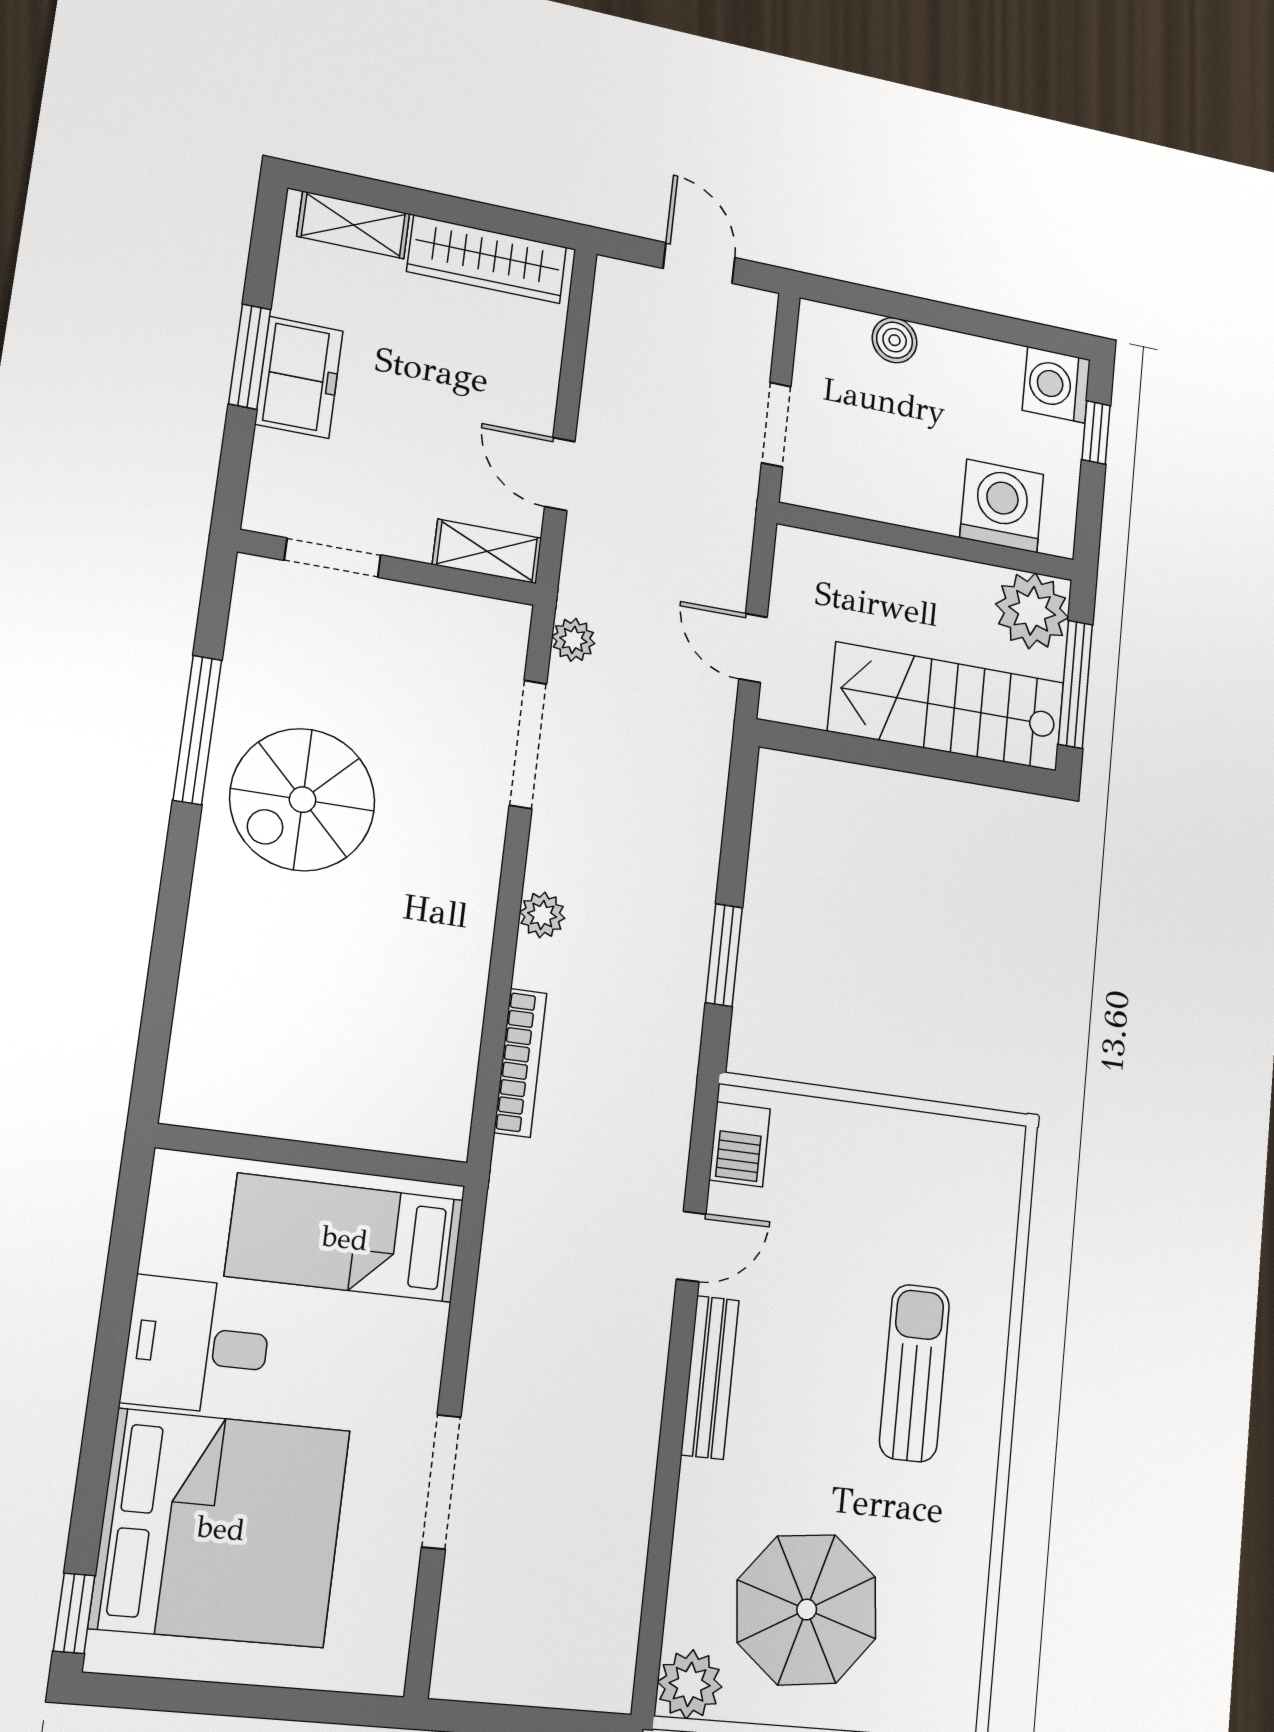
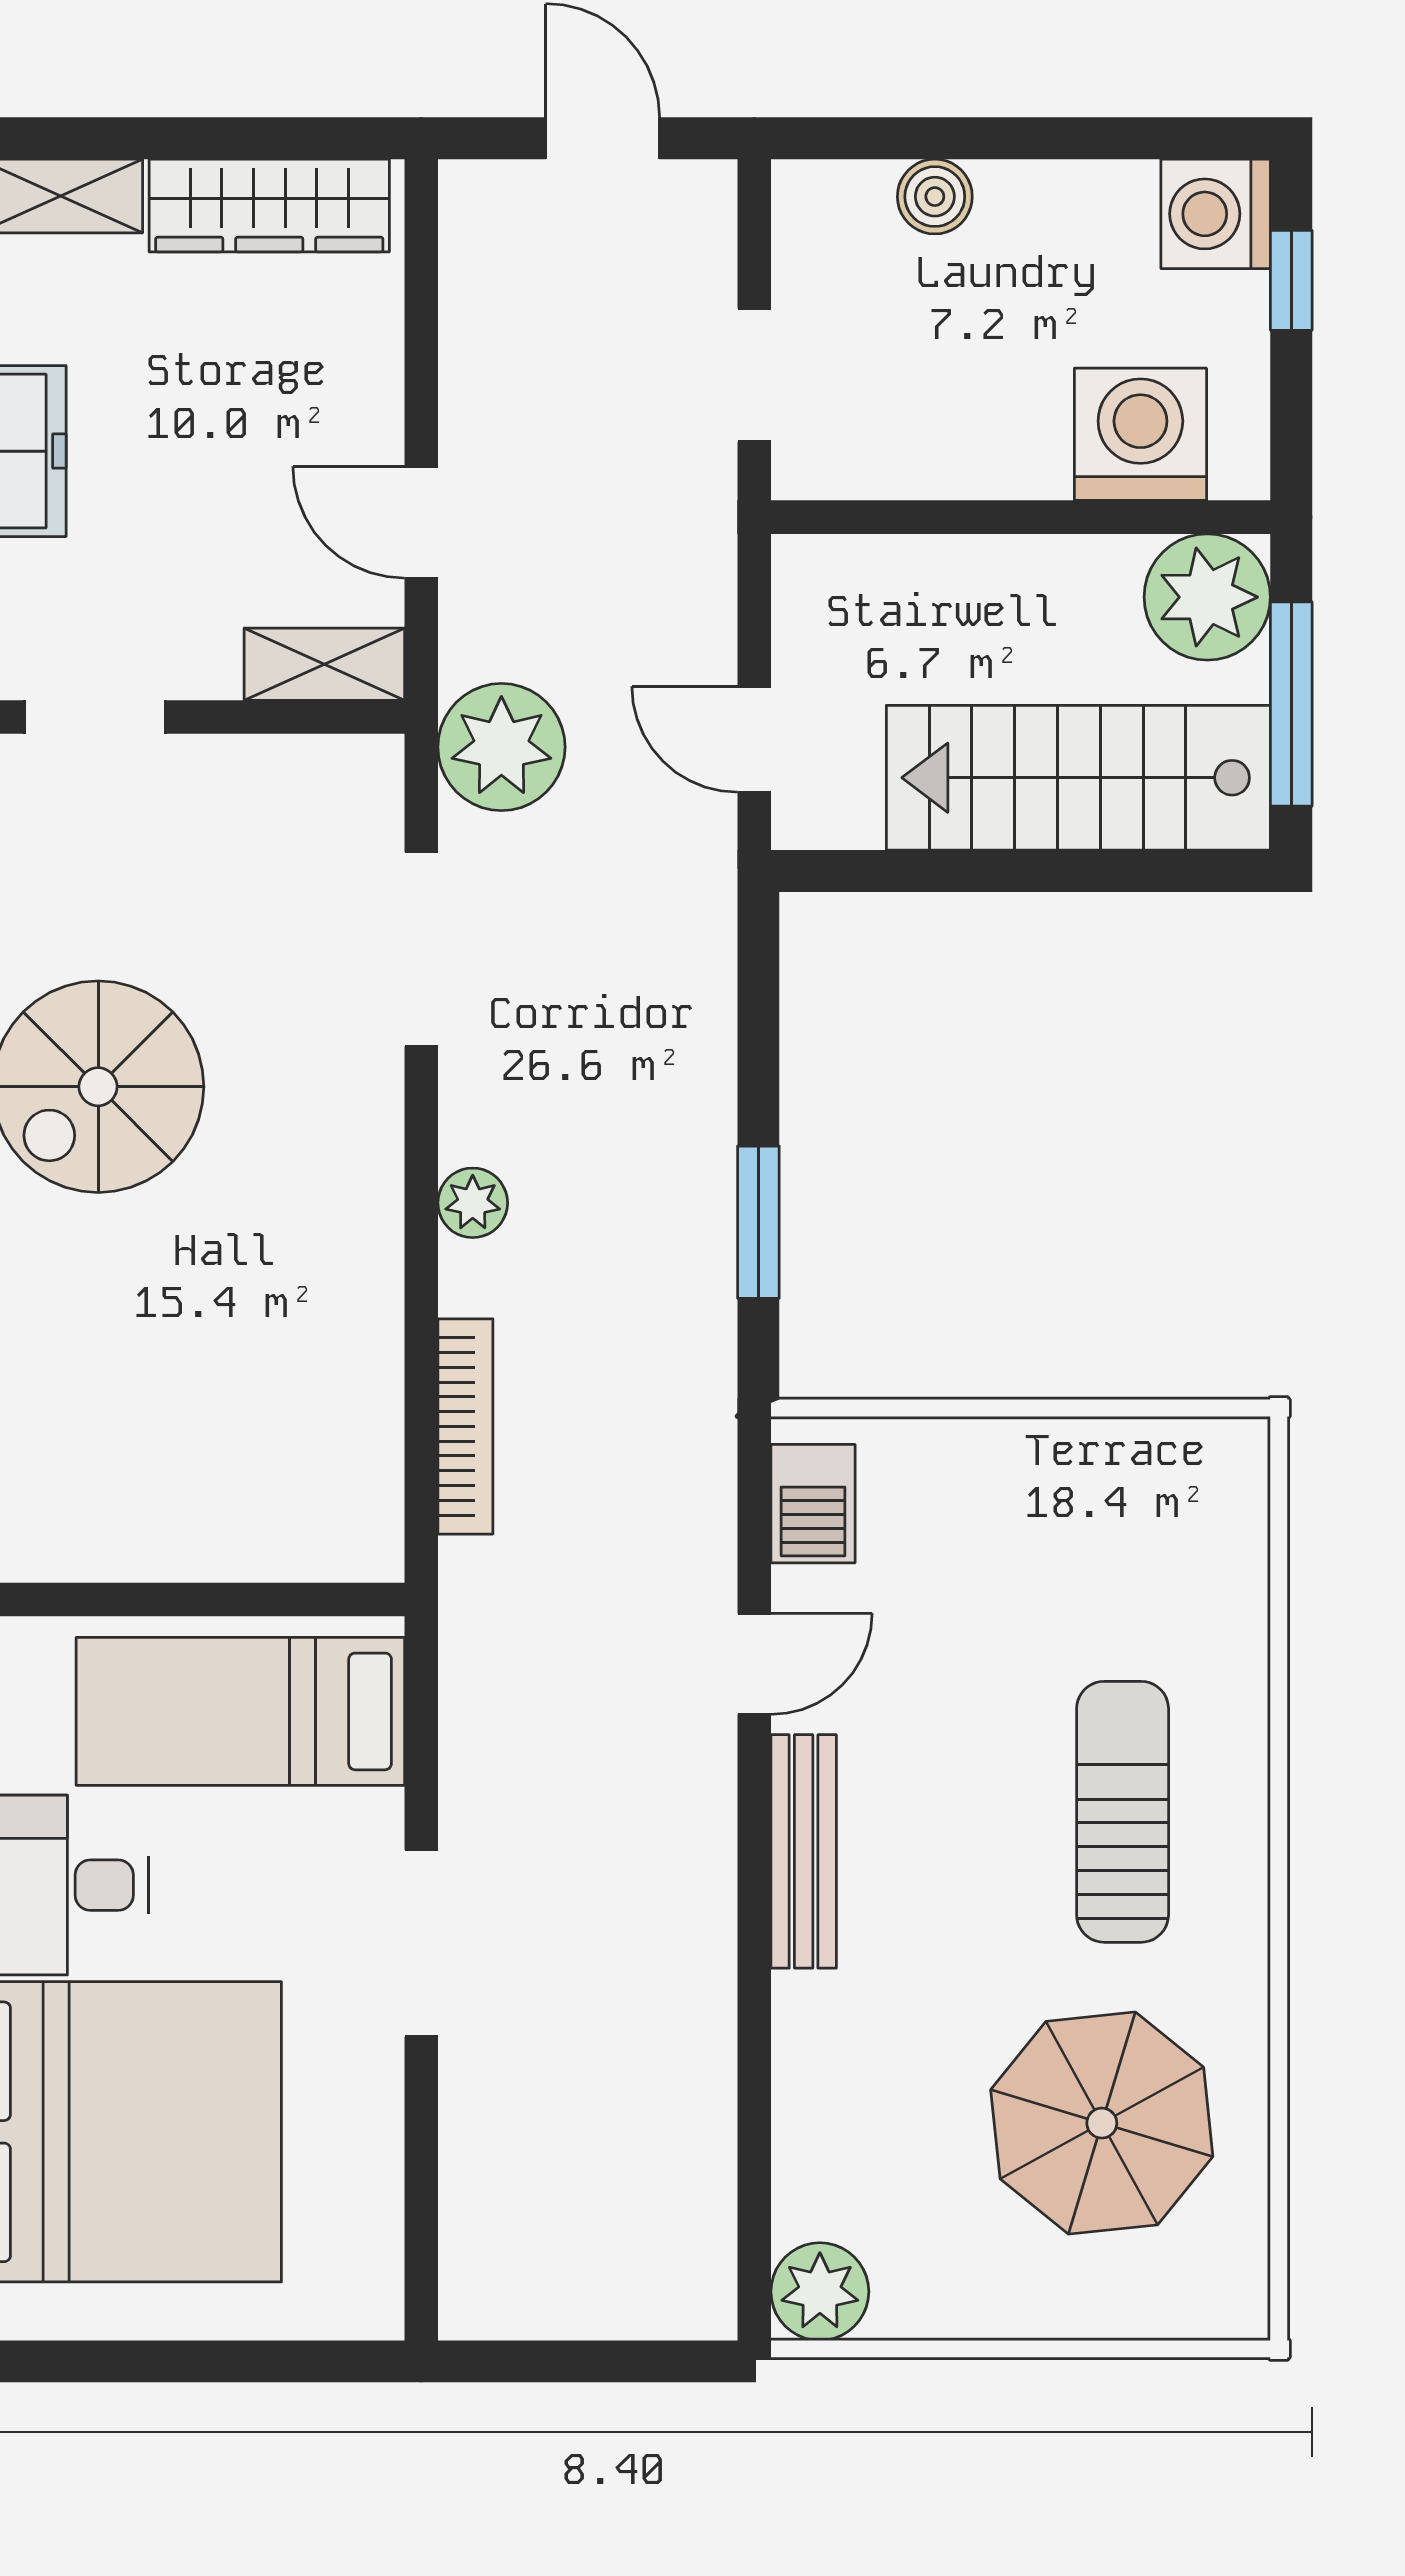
plant: (573, 640) -> (501, 747), width x1.88, depth x1.88
doorway: (441, 1482) -> (421, 1943), moved
parasol: (807, 1610) -> (1102, 2123), moved

